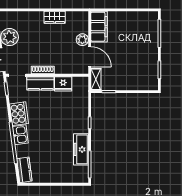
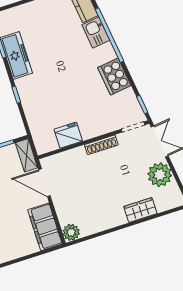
wardrobe: (55, 17) -> (140, 210), moved
plant: (82, 40) -> (71, 232), moved
kitchen counter: (40, 83) -> (99, 126), removed
kitchen sink: (20, 135) -> (96, 33), moved

